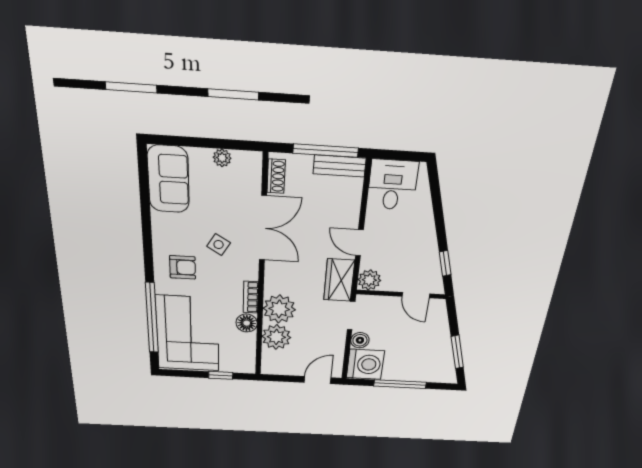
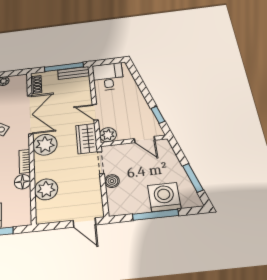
plant: (279, 309) -> (45, 145), moved
washing machine: (365, 364) -> (164, 197), moved, turned -90
door: (318, 380) -> (84, 223), swing flipped

